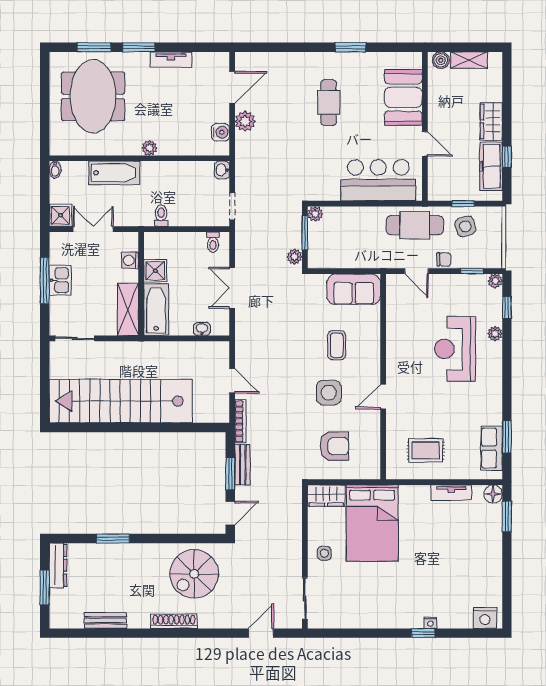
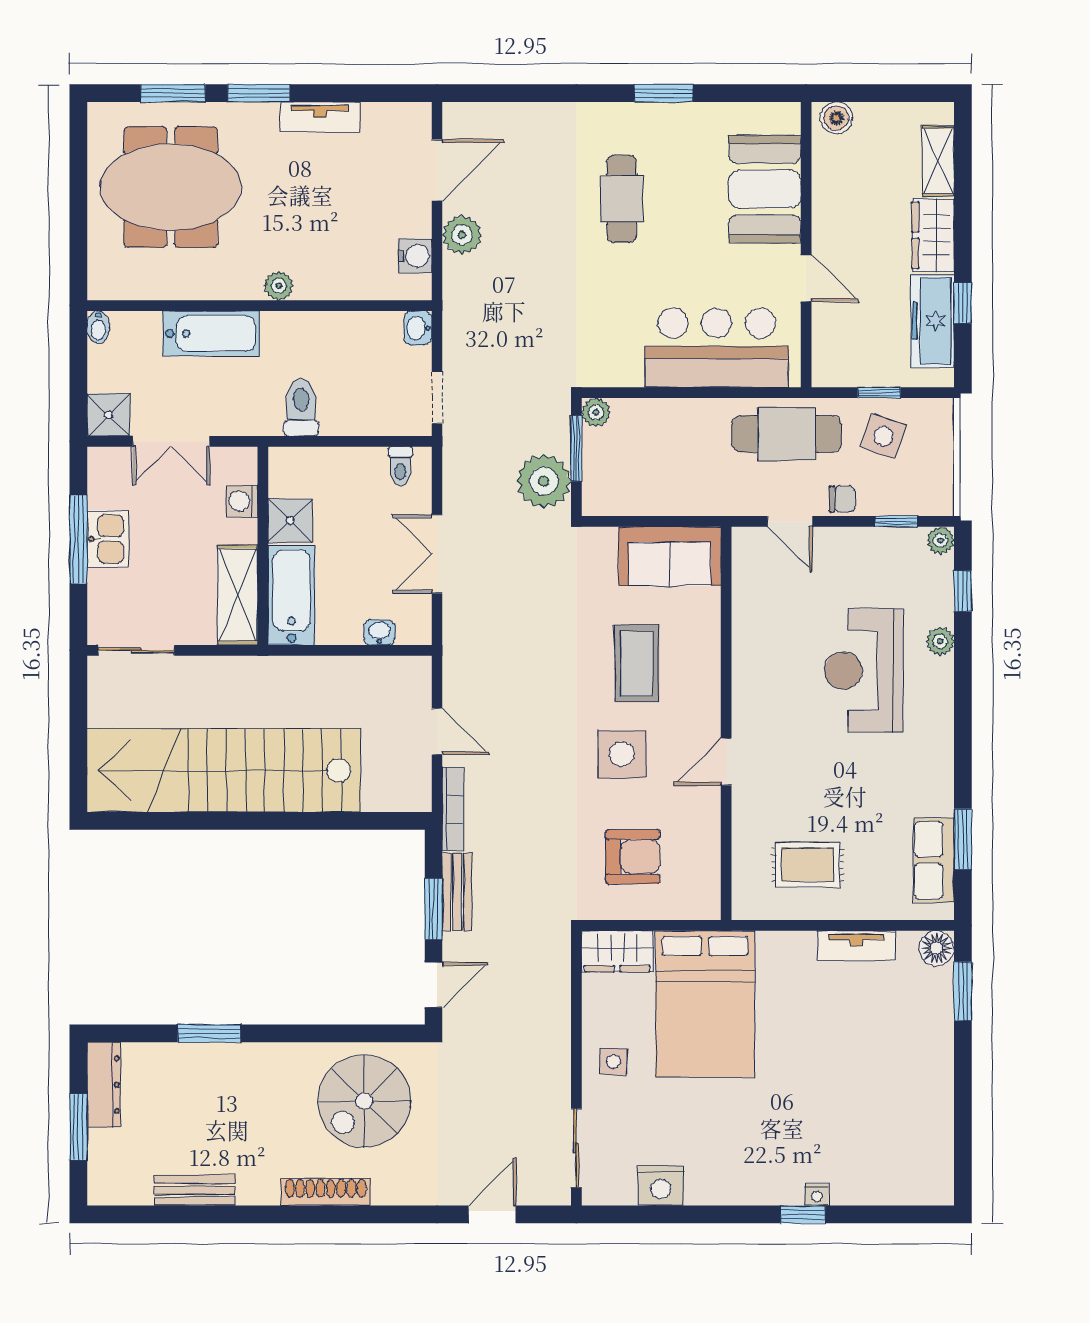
shelving: (469, 60) -> (938, 161), moved, turned 90
meeting table: (93, 96) -> (171, 187), turned 90
toilet: (161, 216) -> (301, 408), width x1.37, depth x1.39
side table: (465, 226) -> (883, 436), turned 36
double door: (93, 229) -> (171, 441), swing flipped
plant: (295, 257) -> (544, 481), width x1.87, depth x1.87
coffee table: (337, 345) -> (637, 663), width x1.36, depth x1.30
nightstand: (485, 618) -> (661, 1186), moved

